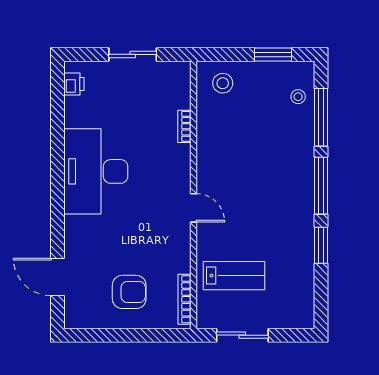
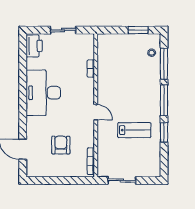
stool: (223, 83) -> (111, 45), removed
printer: (74, 84) -> (34, 46), width x1.87, depth x1.48
lab bench: (234, 276) -> (134, 130), moved
armchair: (129, 292) -> (61, 145), moved, turned -90

